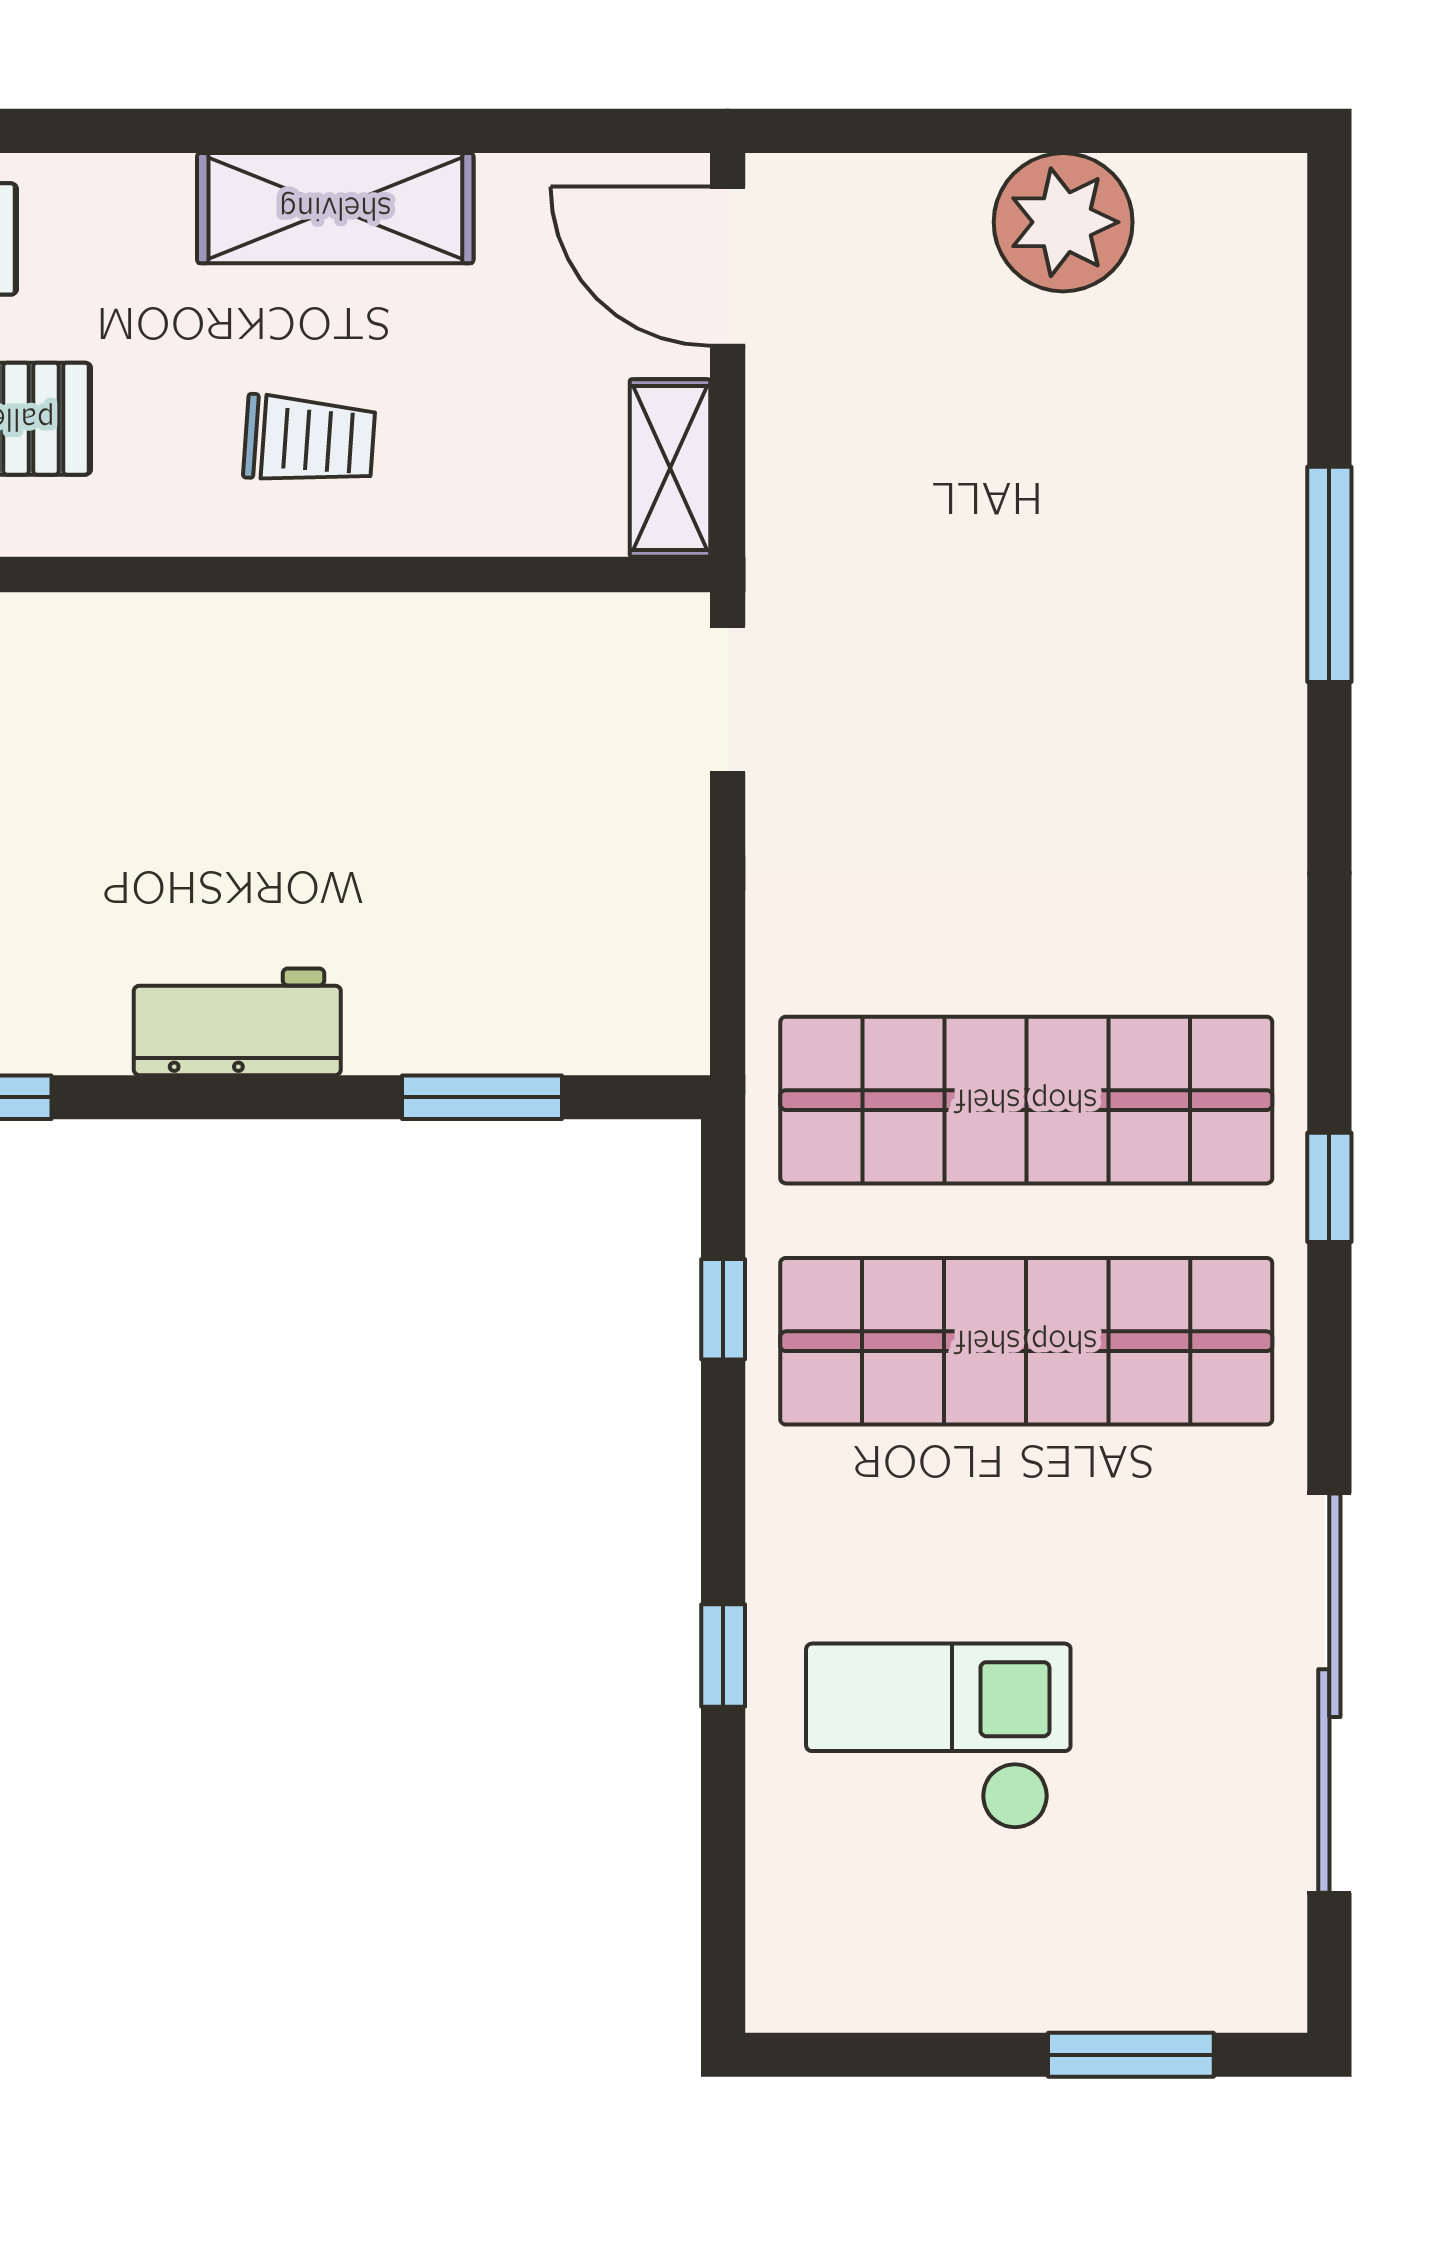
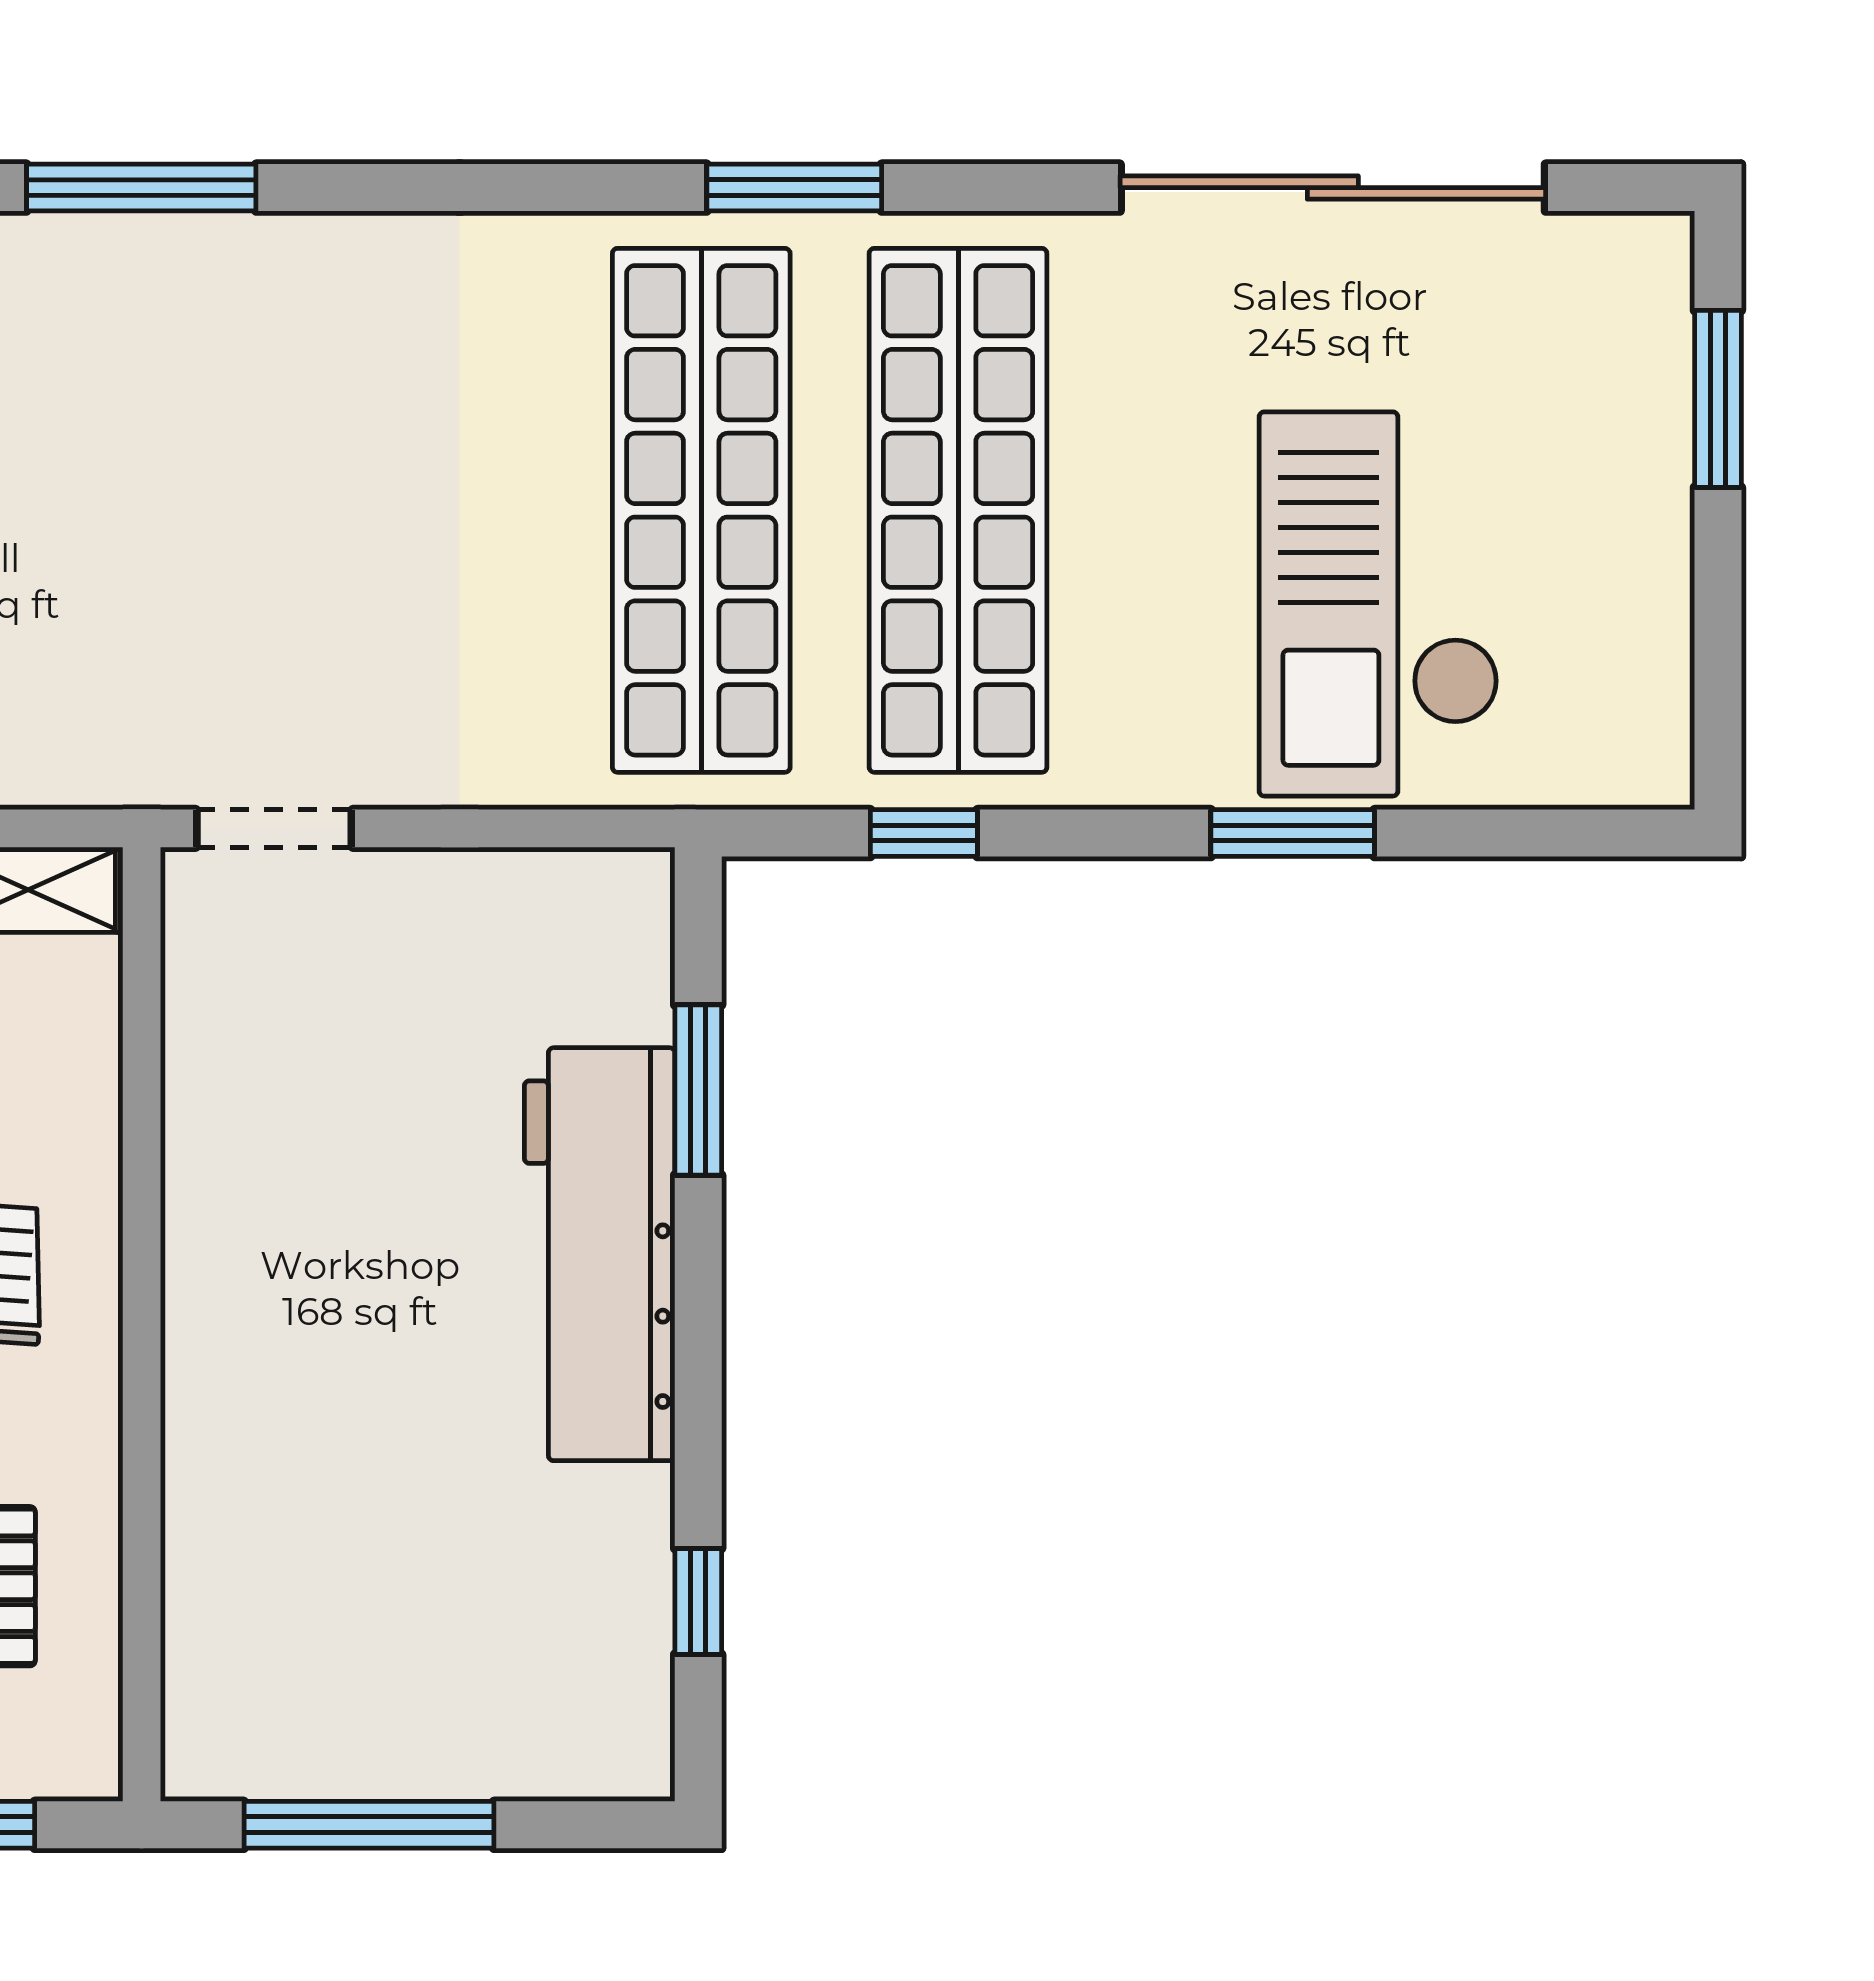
workbench: (237, 1022) -> (600, 1254), width x1.88, depth x1.32
window: (1329, 1187) -> (794, 188), width x1.50
window: (723, 1655) -> (1293, 833), width x1.50
checkout: (938, 1736) -> (1379, 604), width x1.36, depth x1.21

